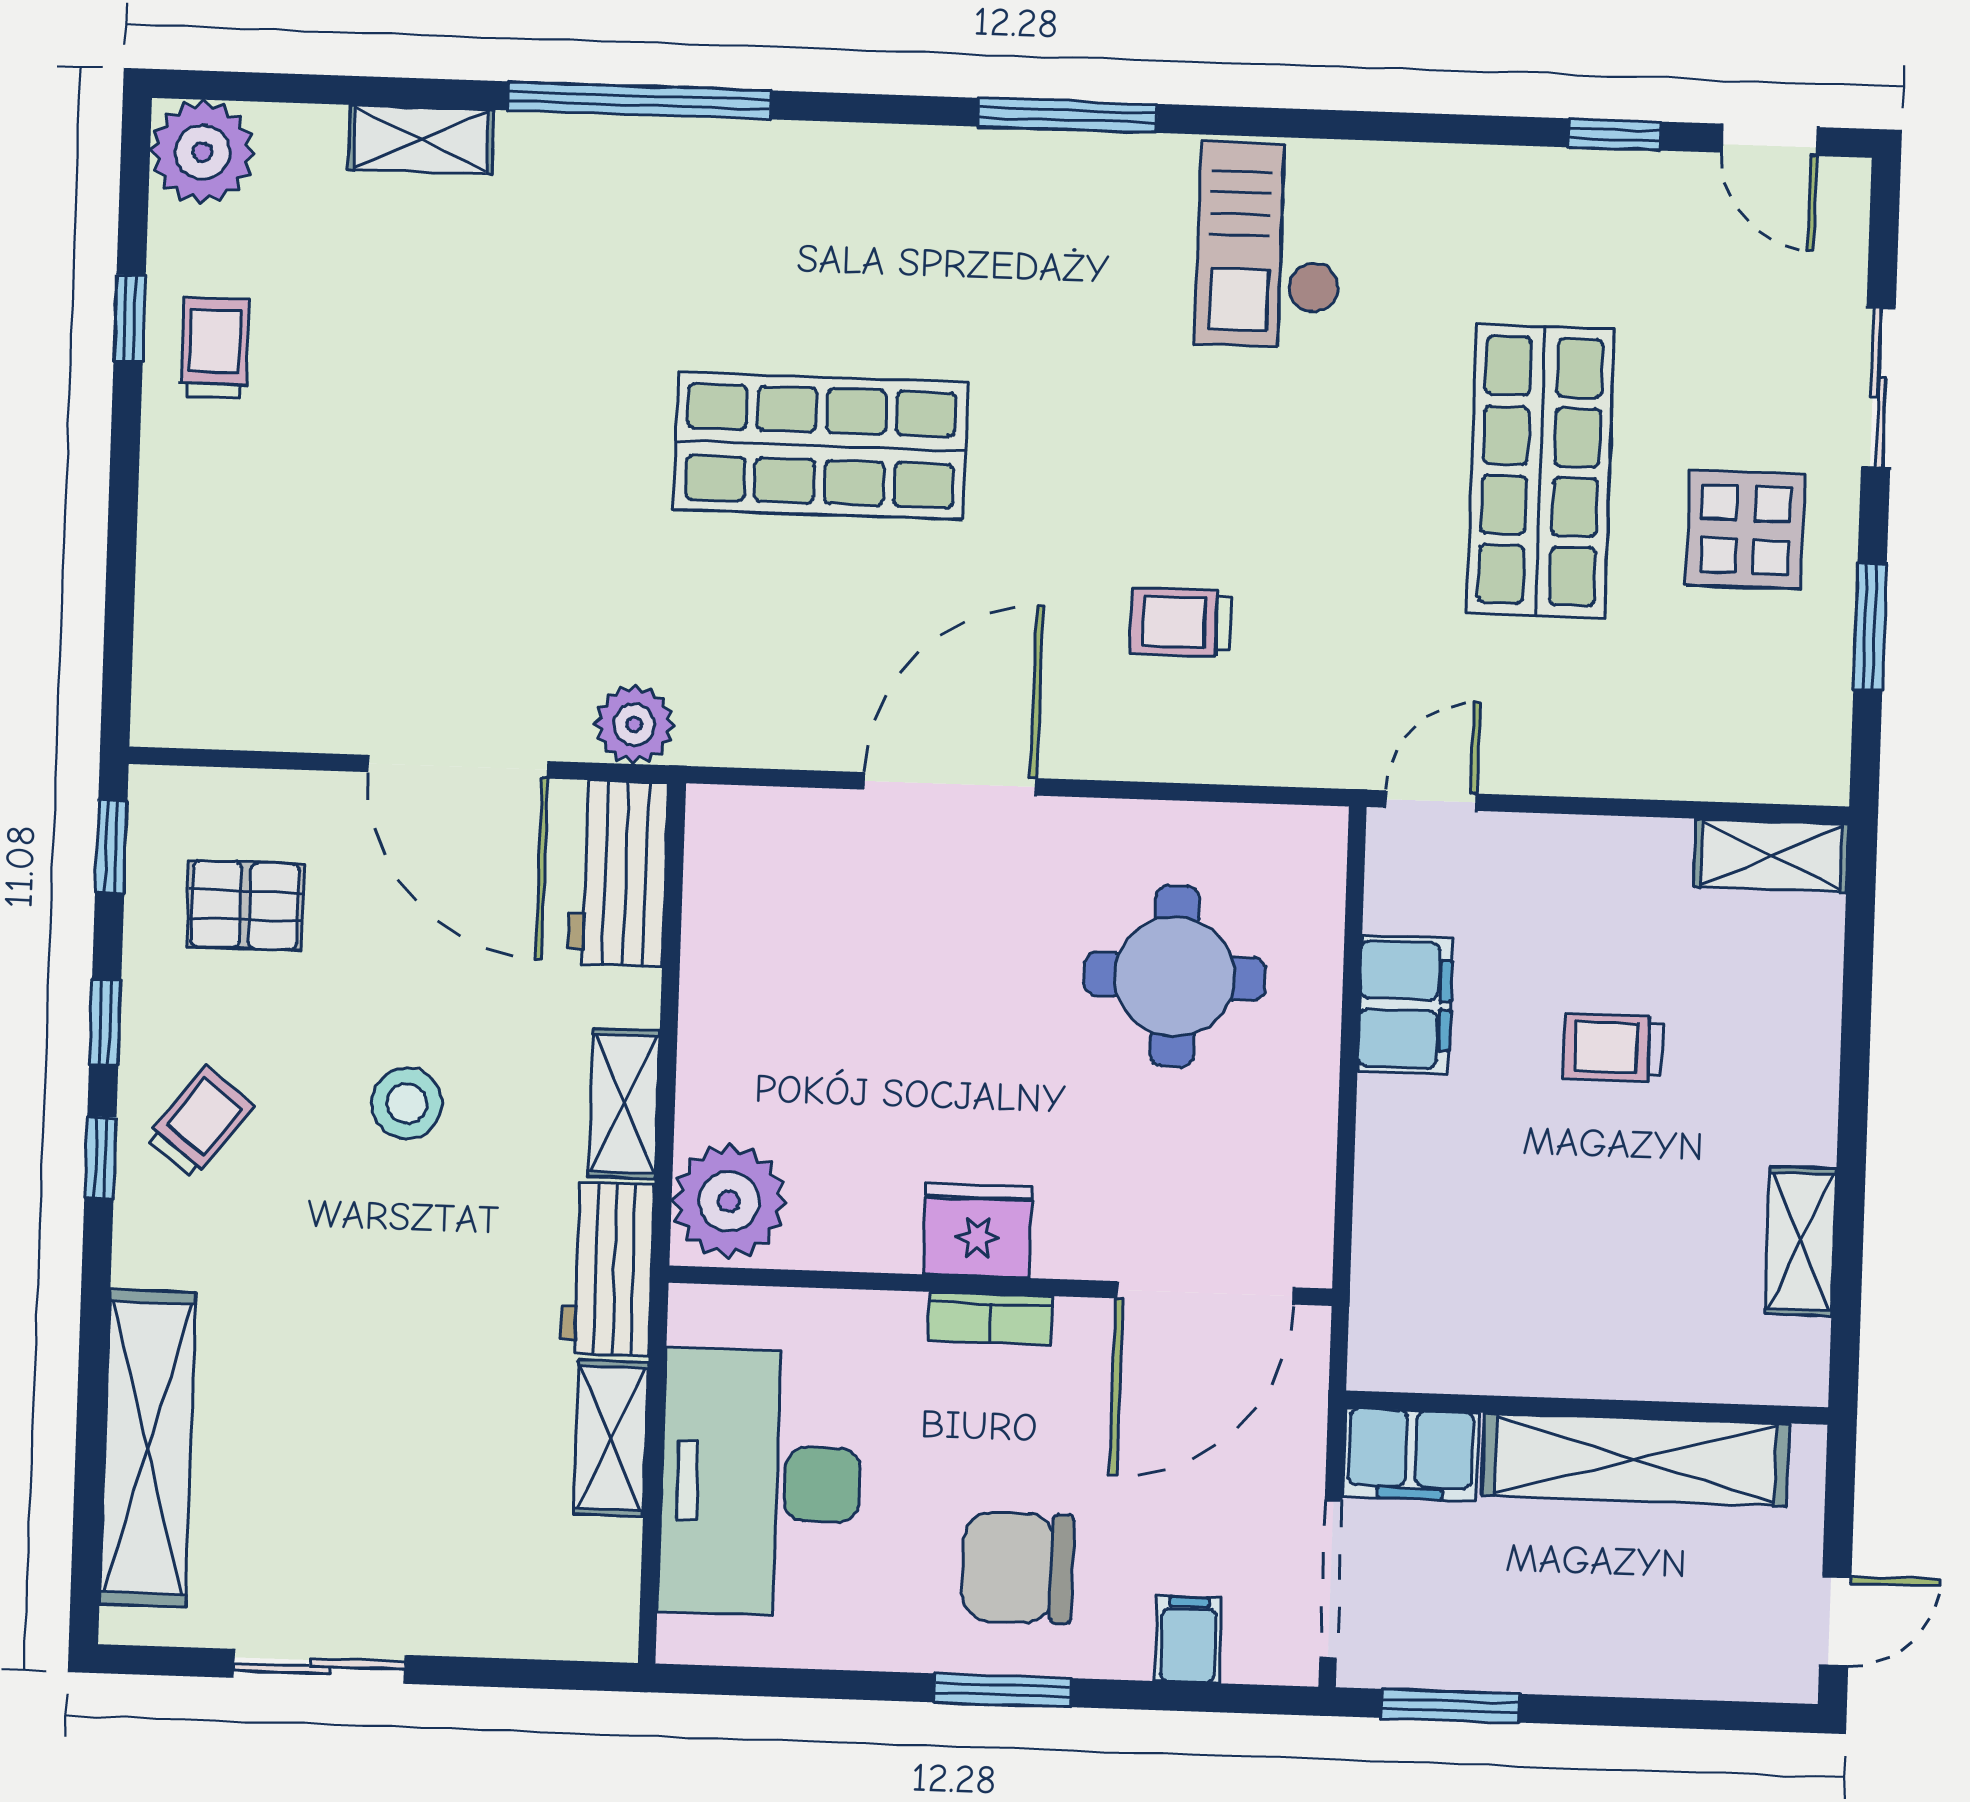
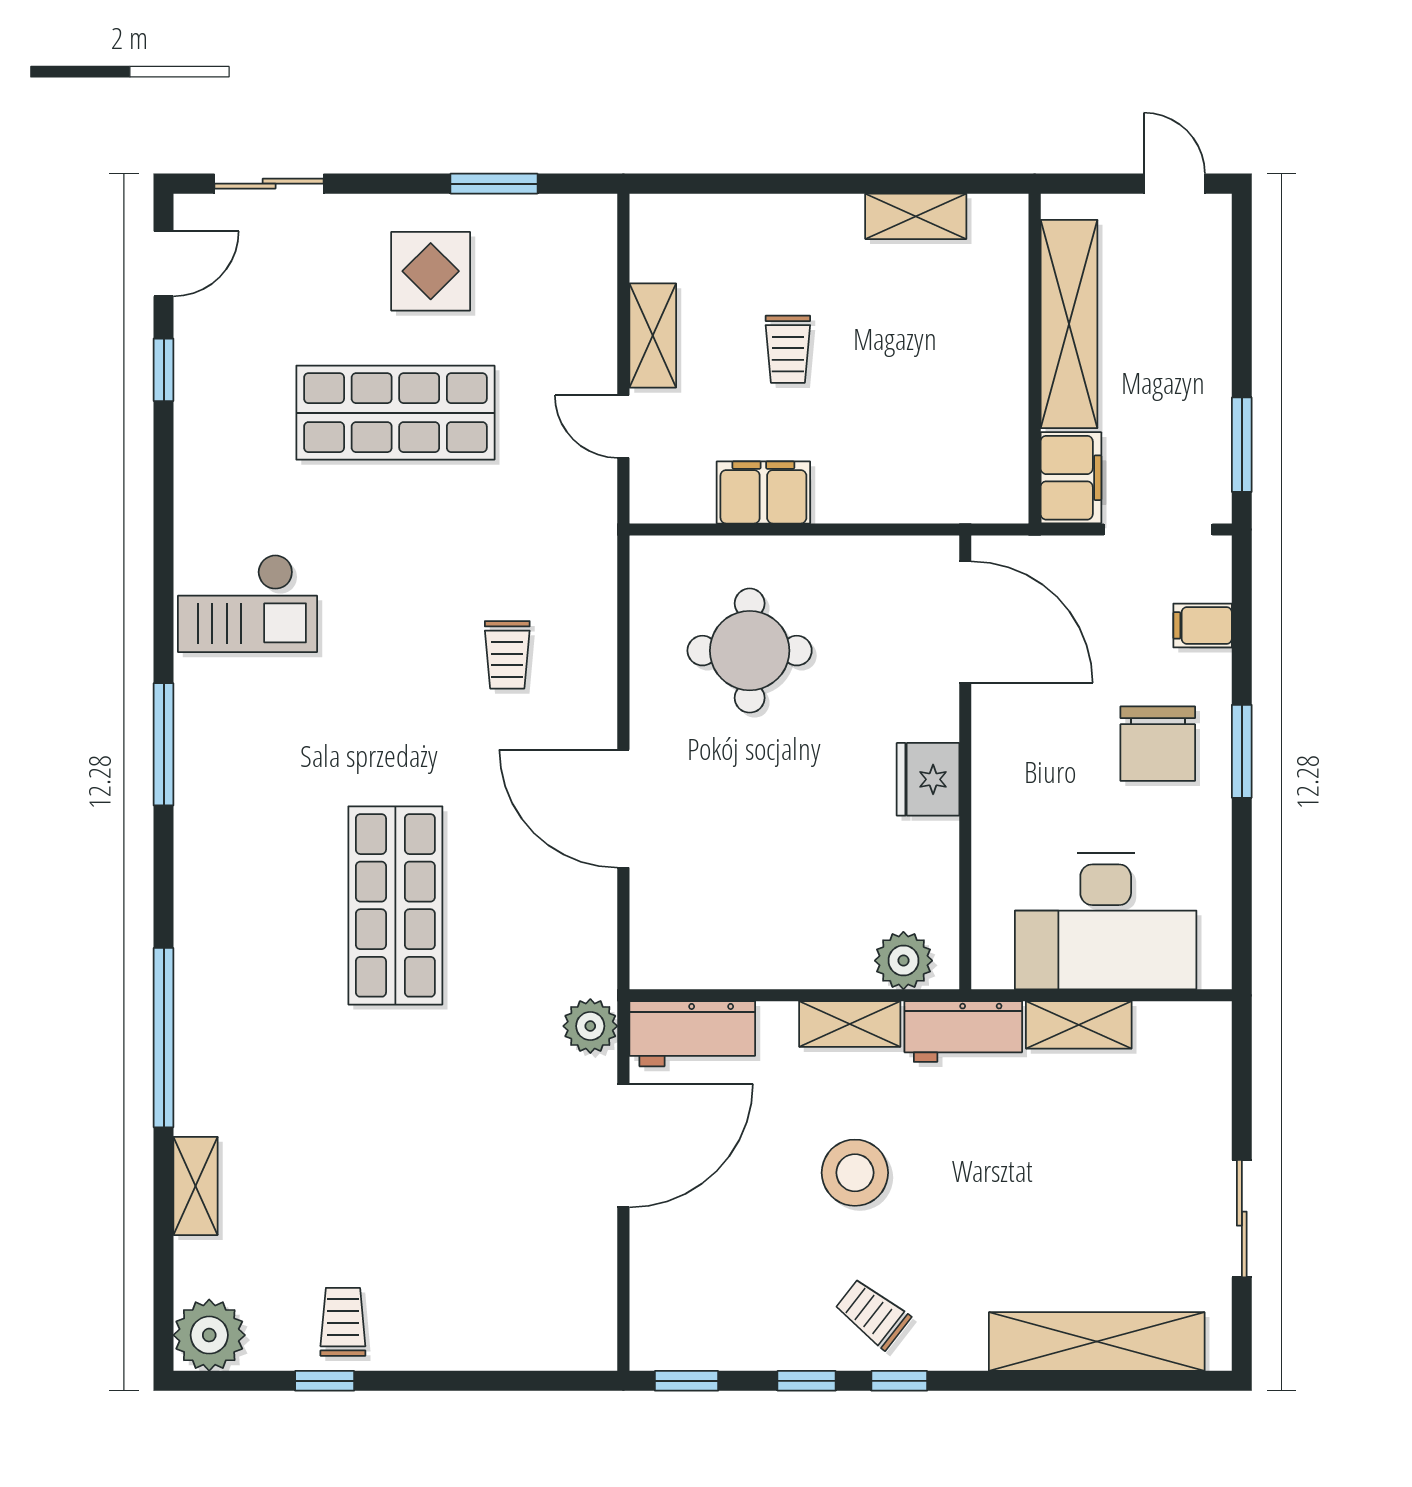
trolley: (215, 348) -> (343, 1322), turned 90
sliding door: (1878, 388) -> (269, 184), moved
door: (1431, 801) -> (623, 426), moved
shelving: (1771, 856) -> (653, 336), moved
pallet: (245, 905) -> (723, 1288), removed
stool: (407, 1104) -> (855, 1173), width x1.38, depth x1.38
plant: (729, 1201) -> (903, 961), width x0.73, depth x0.73
bookcase: (990, 1319) -> (988, 768), removed

